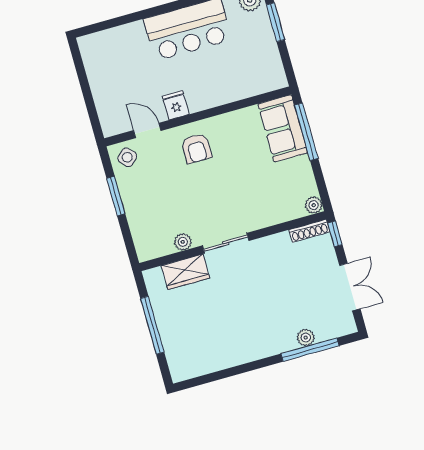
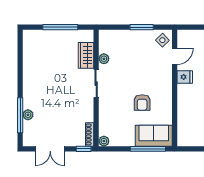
armchair: (196, 148) -> (142, 103), moved, turned -90

